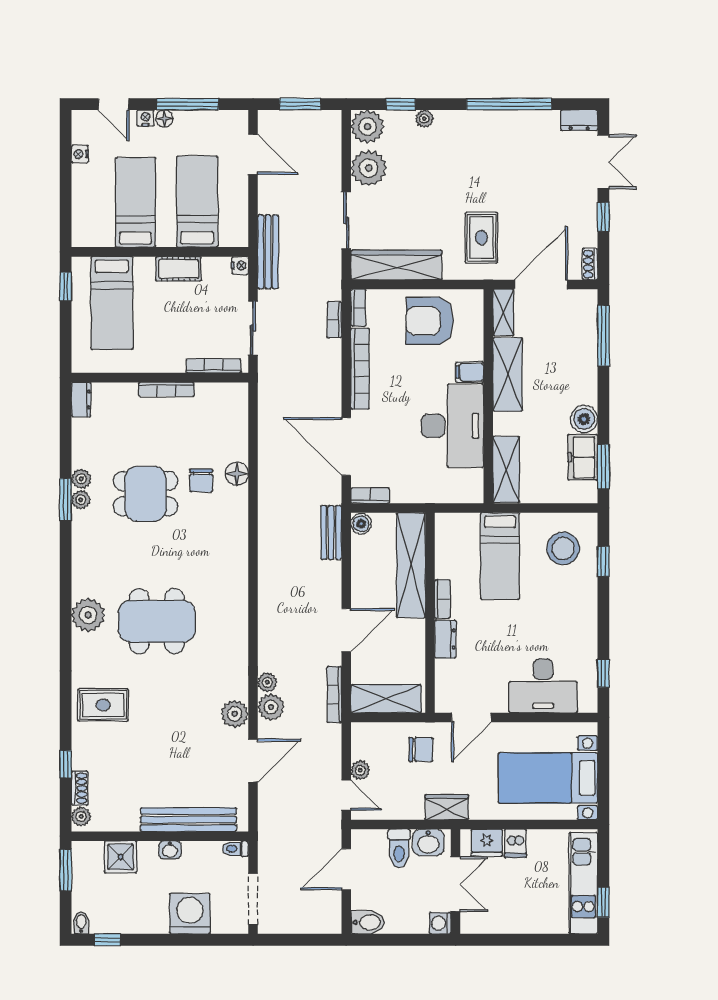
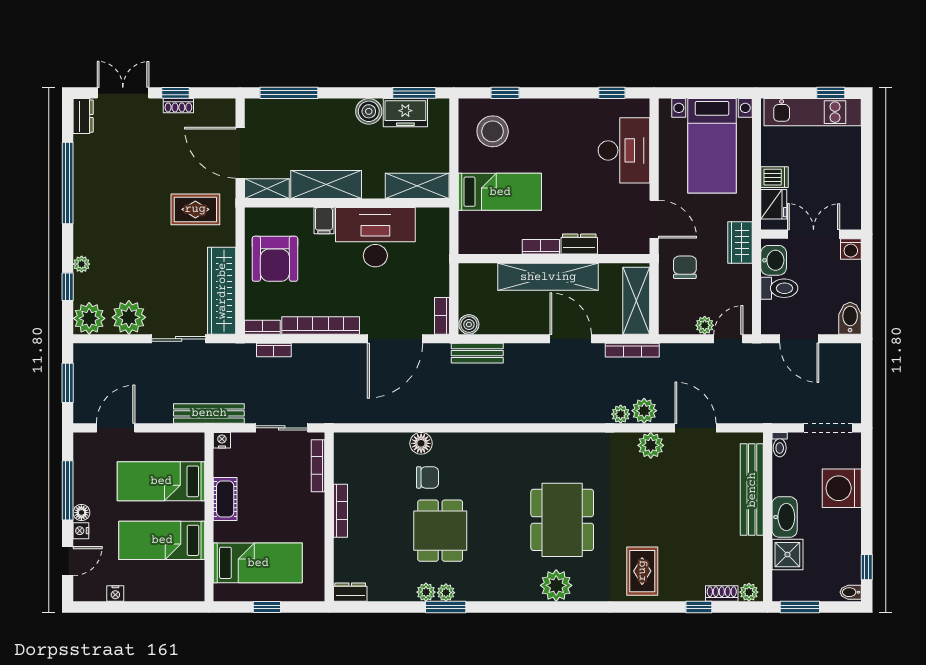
shoe rack: (590, 264) -> (178, 106), moved
window: (66, 287) -> (267, 607), moved
shelving: (411, 565) -> (548, 277), moved
washbasin: (170, 850) -> (785, 517), width x1.91, depth x1.45

